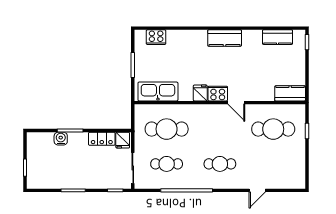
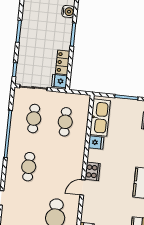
fridge: (200, 93) -> (96, 142), moved
cafe table: (167, 129) -> (65, 122), width x0.73, depth x0.74
water cooler: (61, 139) -> (68, 12), moved

